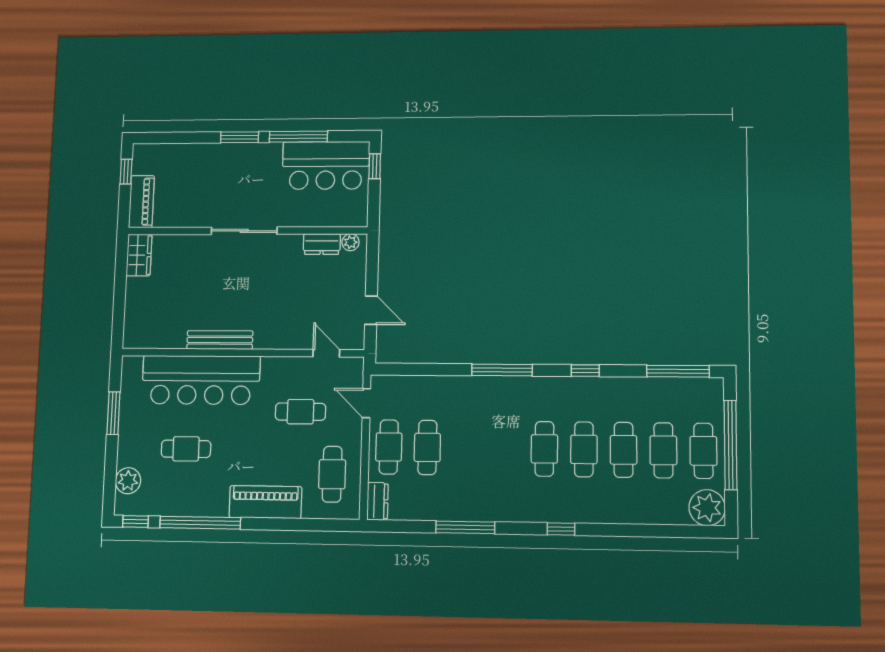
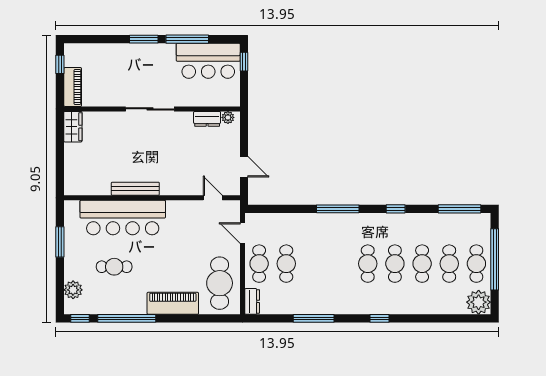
cafe table: (300, 412) -> (196, 240), removed
cafe table: (332, 474) -> (220, 283), width x1.37, depth x1.35

